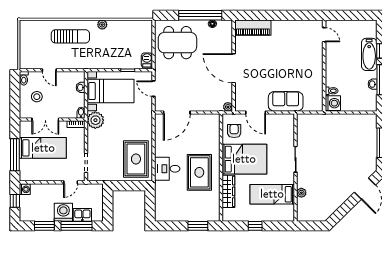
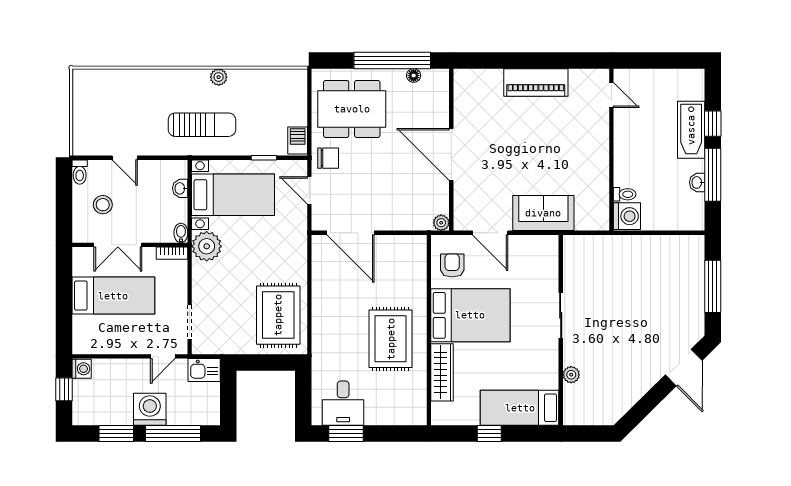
piano: (253, 28) -> (536, 82), moved
sun lounger: (70, 36) -> (202, 125), moved
chair: (164, 70) -> (328, 158), added
door: (177, 113) -> (350, 233), hinge flipped
window: (15, 155) -> (64, 307), removed
desk: (167, 169) -> (343, 403), moved, turned -90
bed: (272, 194) -> (520, 408), moved
kitchen sink: (82, 215) -> (204, 370), moved, turned 180
window: (198, 226) -> (346, 433), moved

